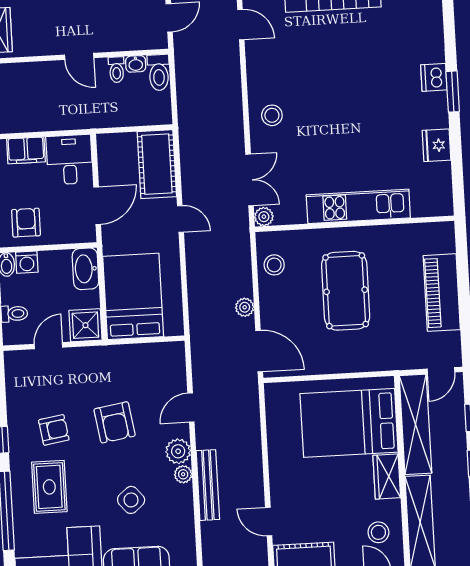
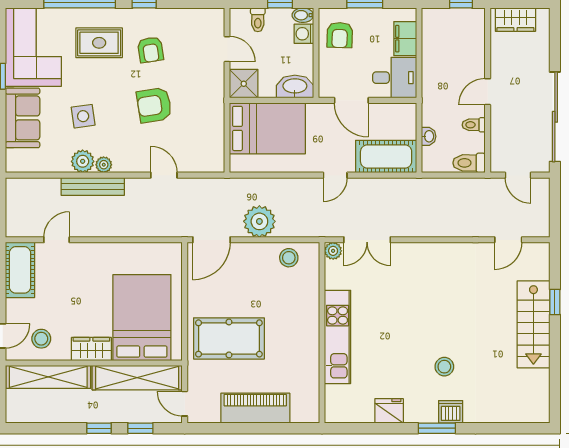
washbasin: (136, 64) -> (429, 136), moved, turned 180
stool: (272, 115) -> (444, 367), moved
armchair: (26, 223) -> (340, 35), turned 92
pool table: (346, 291) -> (229, 338), moved
plant: (245, 307) -> (259, 221), width x1.88, depth x1.88
plant: (178, 451) -> (83, 161), moved
side table: (131, 500) -> (83, 116), turned 32

